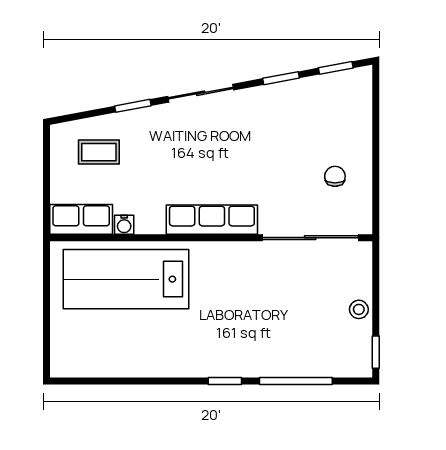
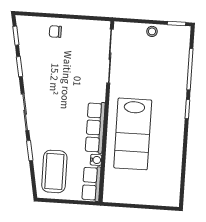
coffee table: (99, 152) -> (54, 171), width x1.86, depth x1.72
chair: (335, 176) -> (55, 32), moved
row of seats: (212, 220) -> (95, 128), moved
lab bench: (126, 279) -> (133, 134), moved

